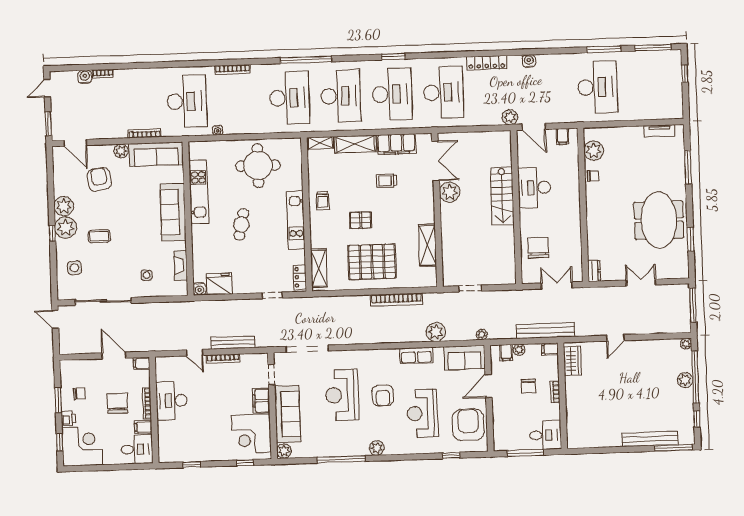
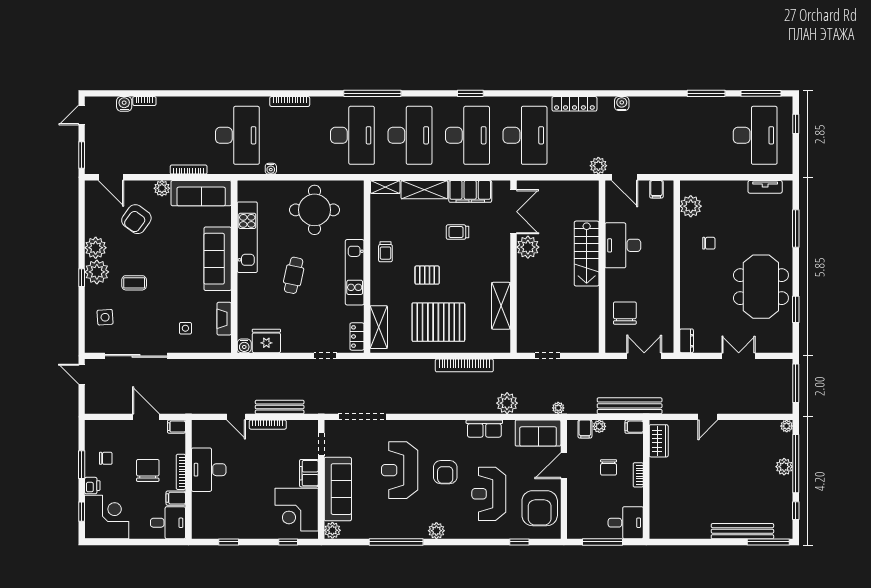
desk: (598, 87) -> (755, 135), moved
chair: (593, 176) -> (709, 243), moved
armchair: (99, 179) -> (136, 219), turned -135
armchair: (468, 425) -> (540, 508), turned 180

